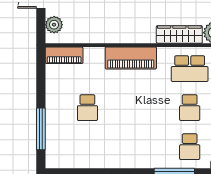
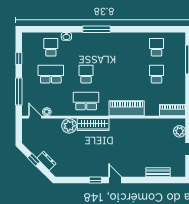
school desk: (190, 147) -> (157, 47), moved

